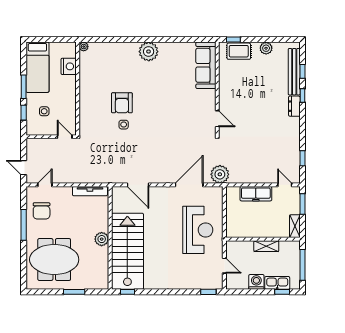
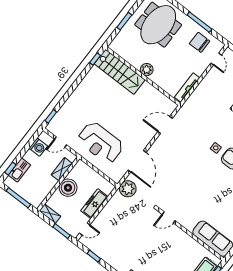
boiler: (260, 228) -> (68, 188), added
shelving: (266, 246) -> (62, 169), moved
stairs: (127, 251) -> (120, 72), width x0.73, depth x0.66
washing machine: (256, 282) -> (38, 147), moved

